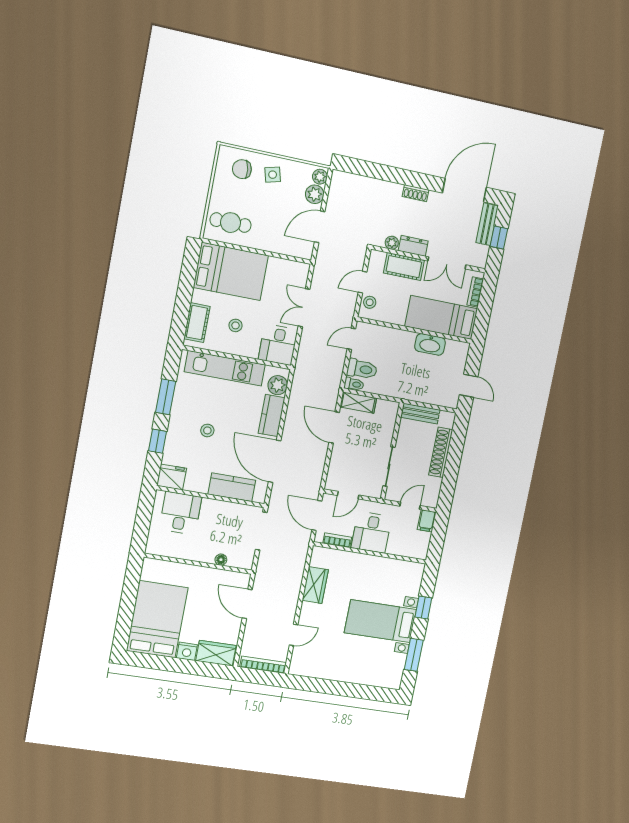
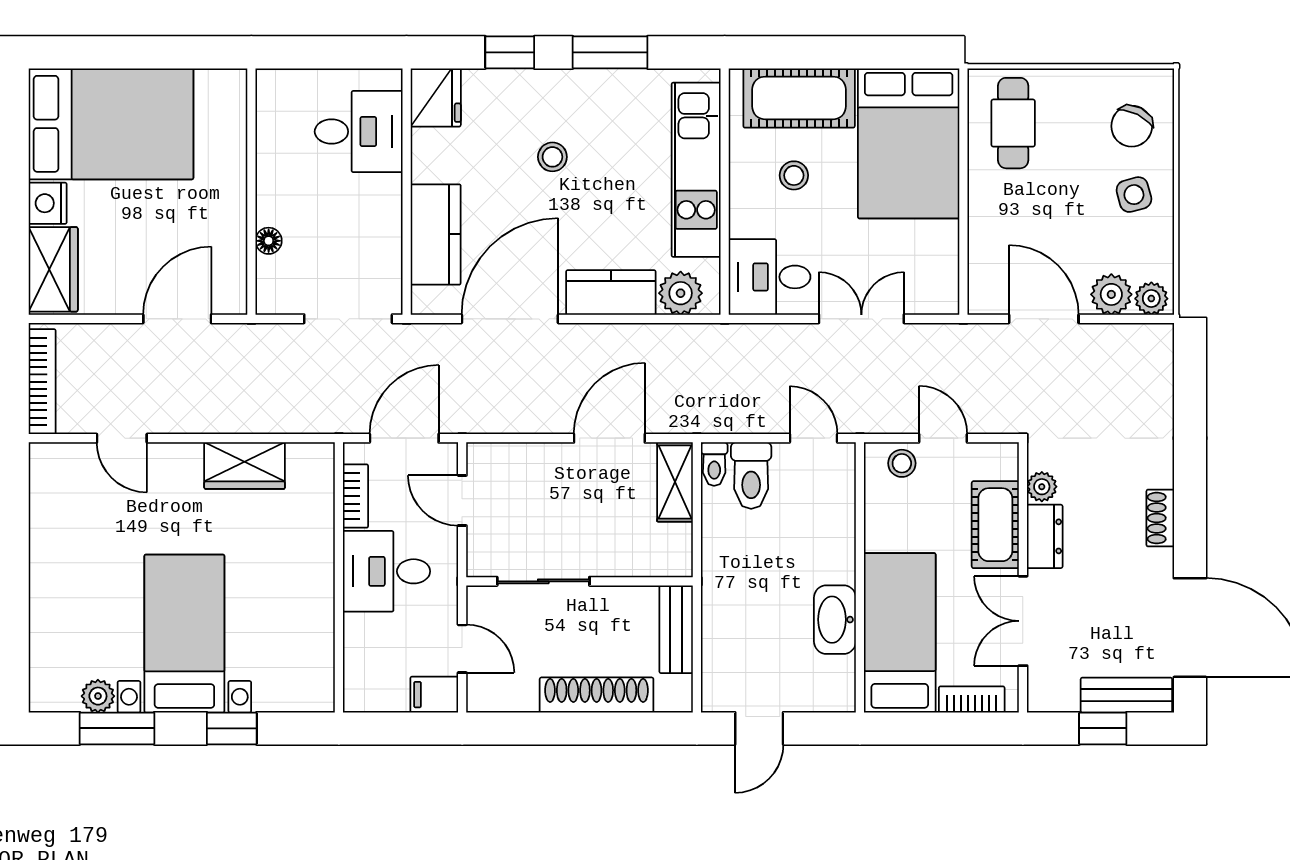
chair: (242, 169) -> (1132, 126), turned -145
cot: (197, 323) -> (799, 98), width x1.37, depth x1.34
plant: (399, 661) -> (98, 696), added

